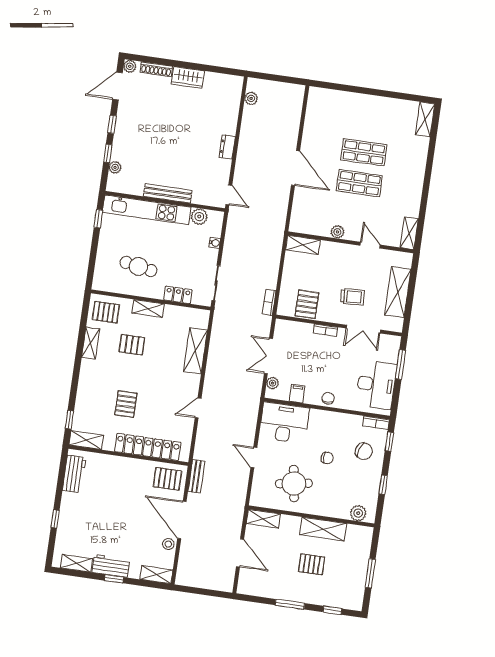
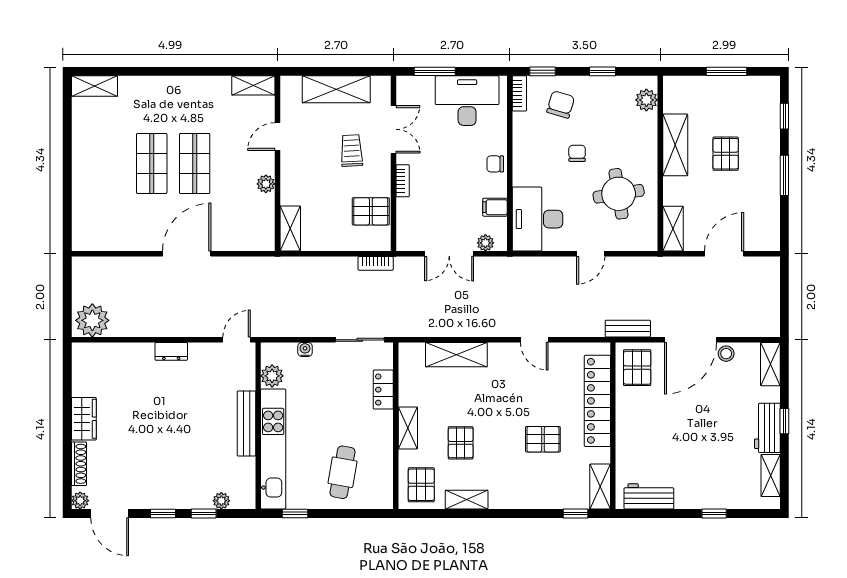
plant: (251, 98) -> (92, 320), width x1.87, depth x1.87
cafe table: (138, 266) -> (343, 472), moved

